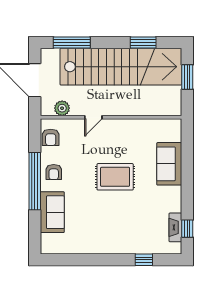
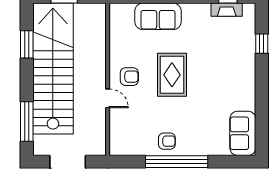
plant: (62, 108) -> (98, 132), removed
armchair: (51, 137) -> (129, 77), moved
sofa: (52, 212) -> (243, 133), moved, turned -90

